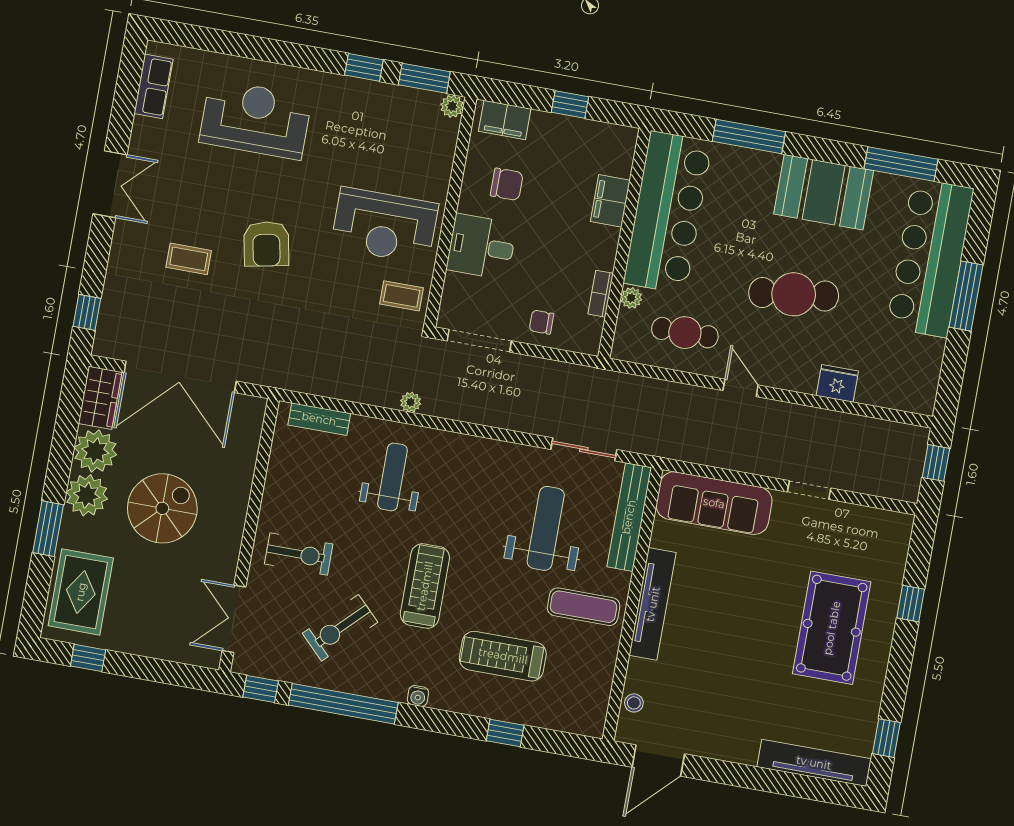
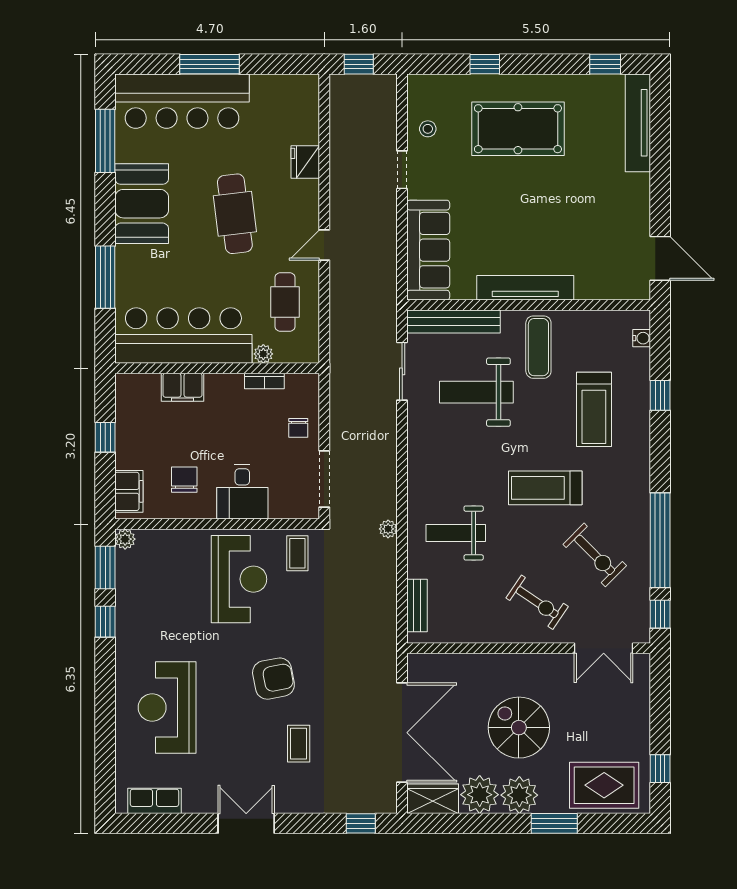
exercise bike: (299, 554) -> (537, 602), turned 124
water cooler: (418, 696) -> (642, 338), moved
stool: (634, 703) -> (428, 129), moved

